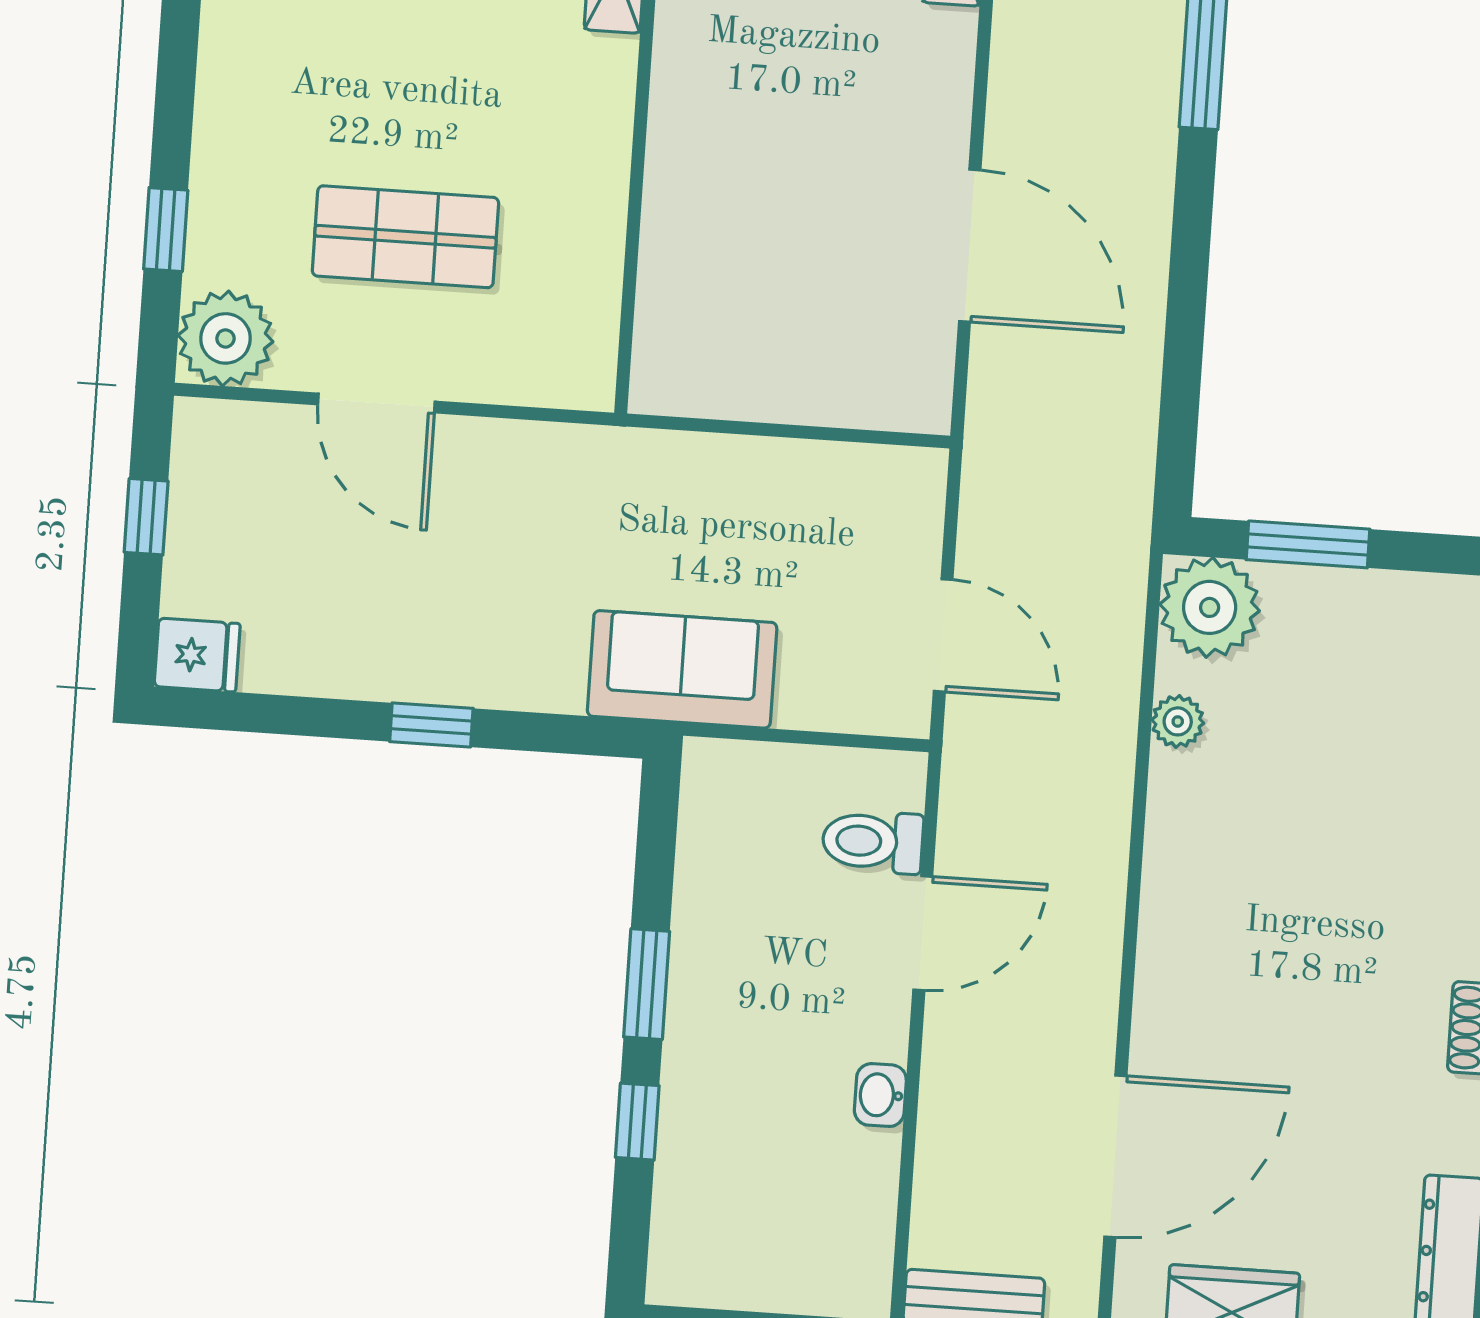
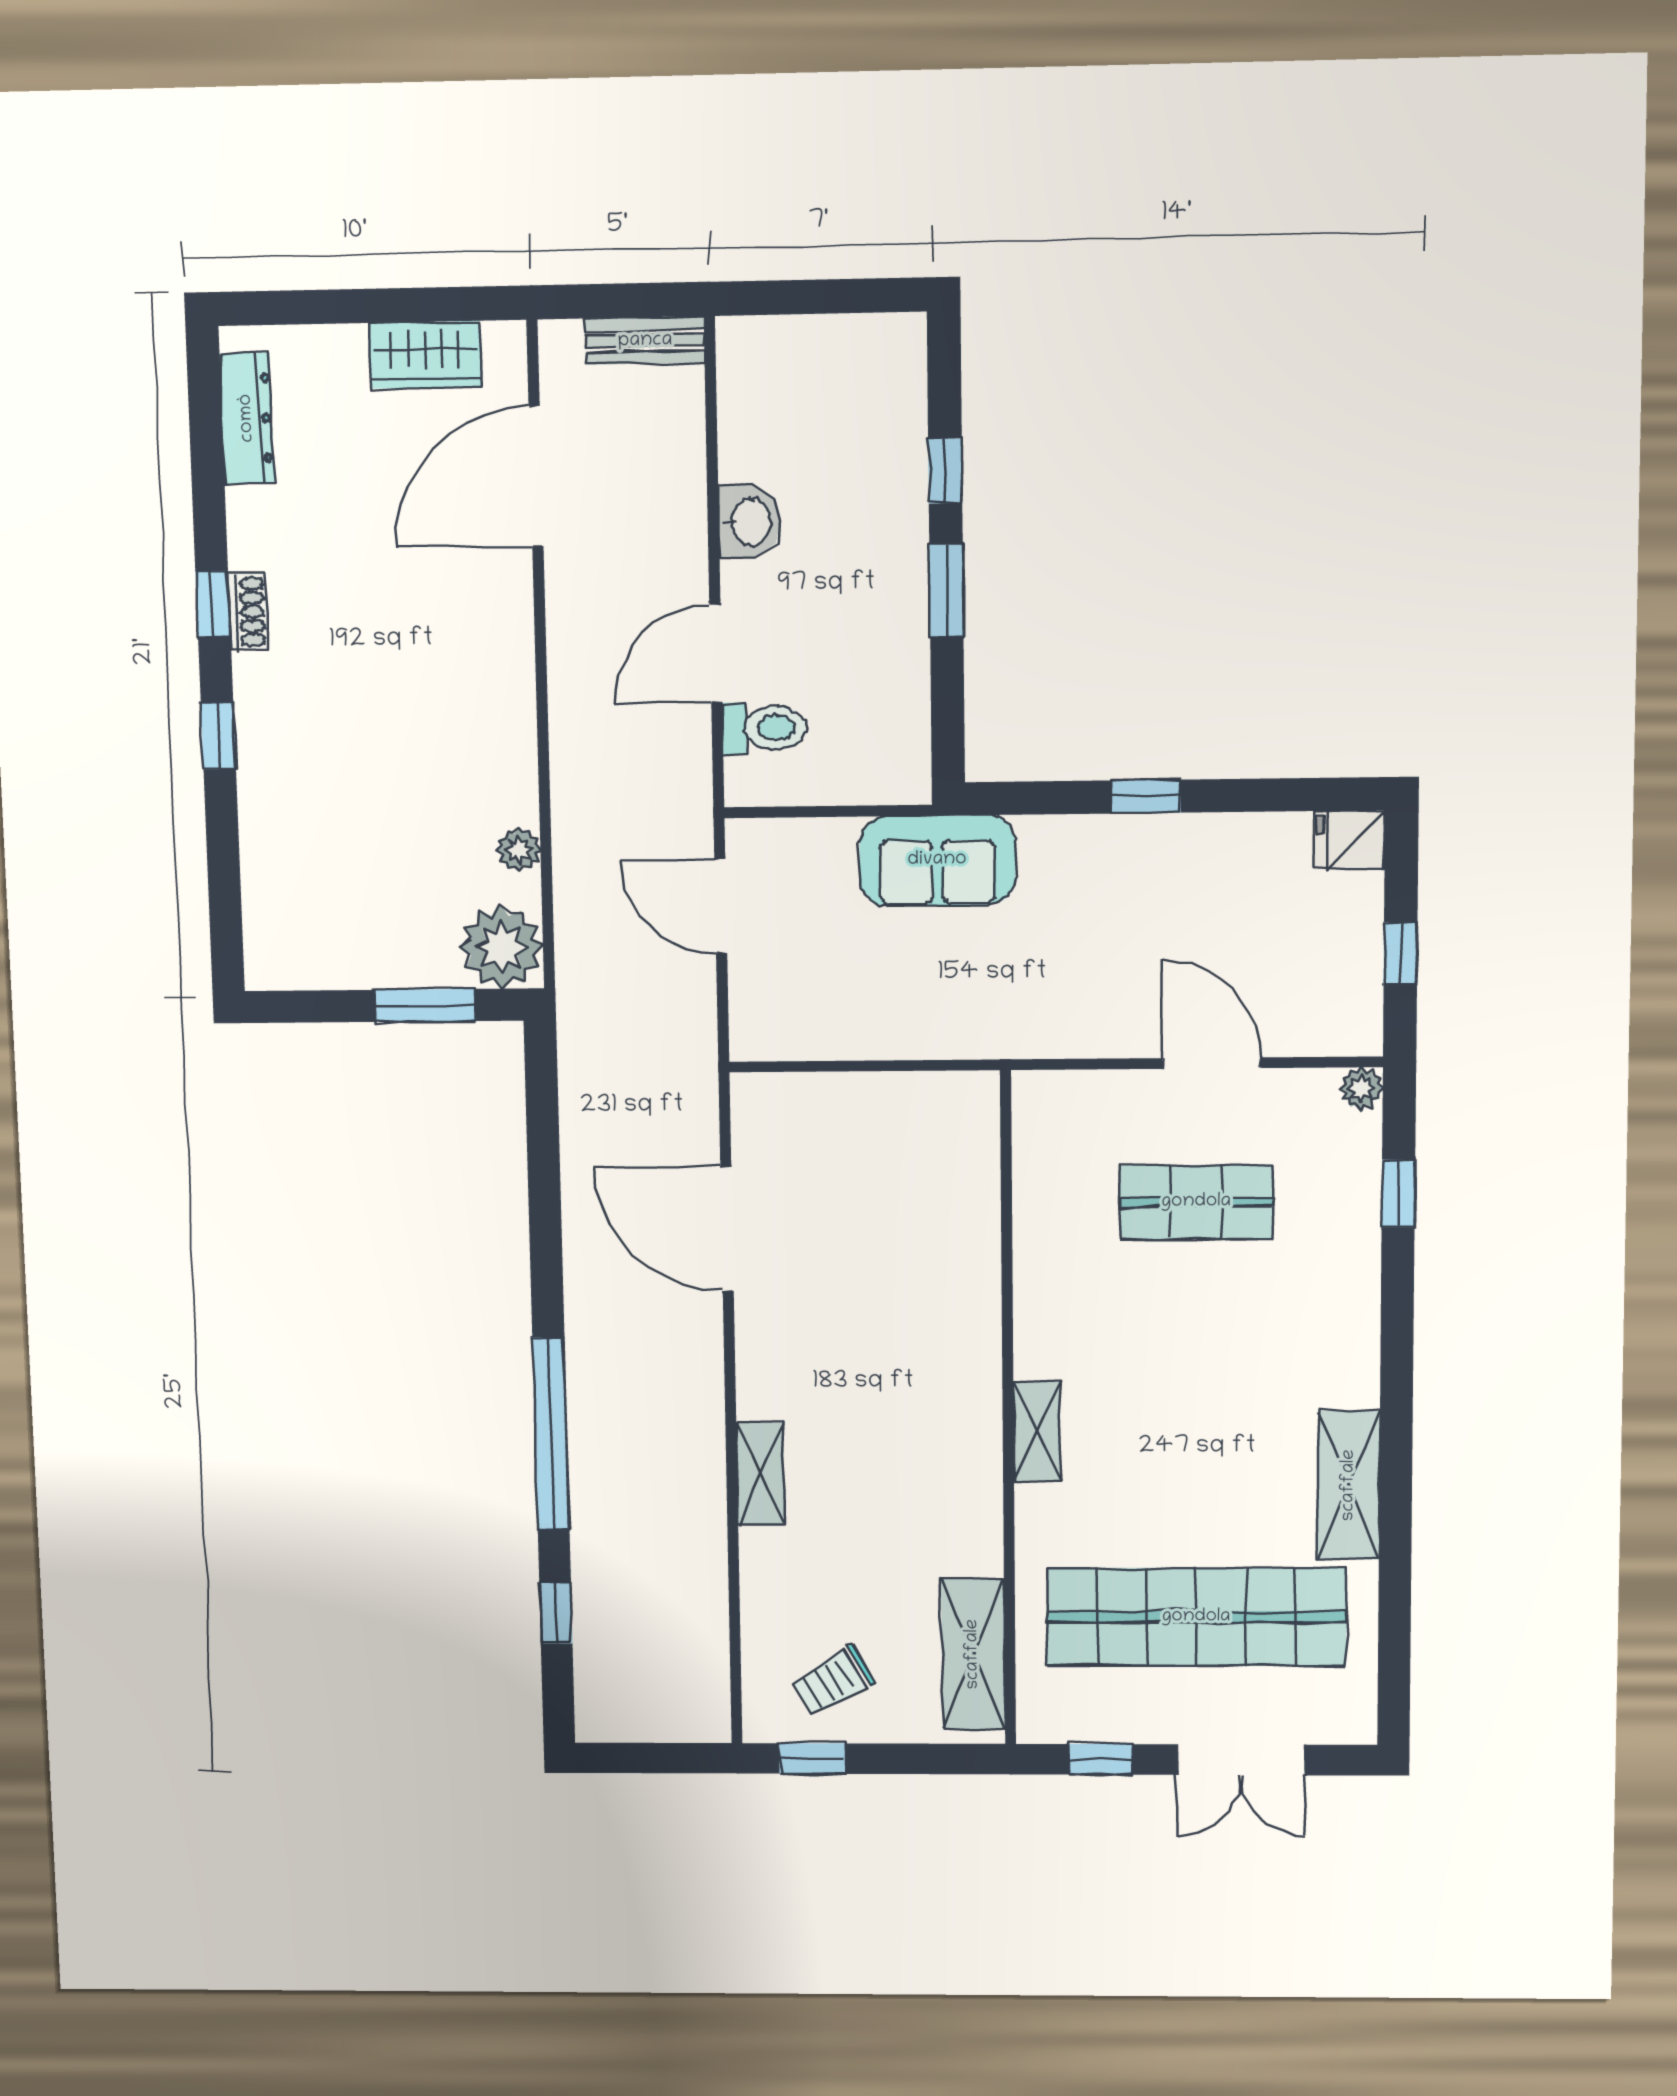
plant: (226, 338) -> (1361, 1089), width x0.53, depth x0.53
washbasin: (880, 1095) -> (749, 522), width x1.38, depth x1.45

